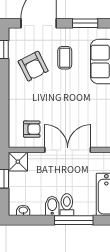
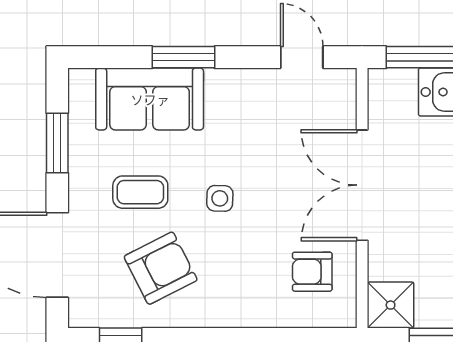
side table: (62, 91) -> (220, 198), added
armchair: (32, 129) -> (312, 272), turned -90

